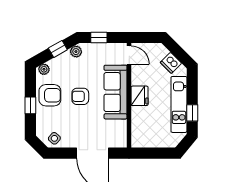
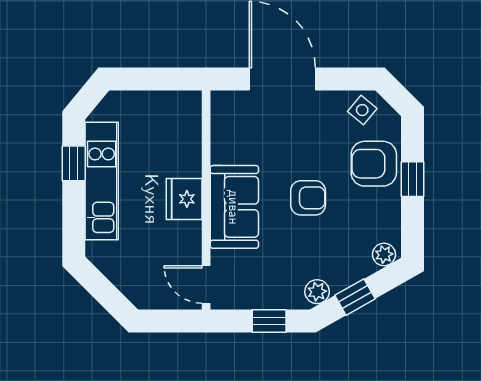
dishwasher: (171, 63) -> (118, 268), removed
sofa: (116, 92) -> (234, 207), width x0.73
armchair: (50, 95) -> (374, 164), moved

